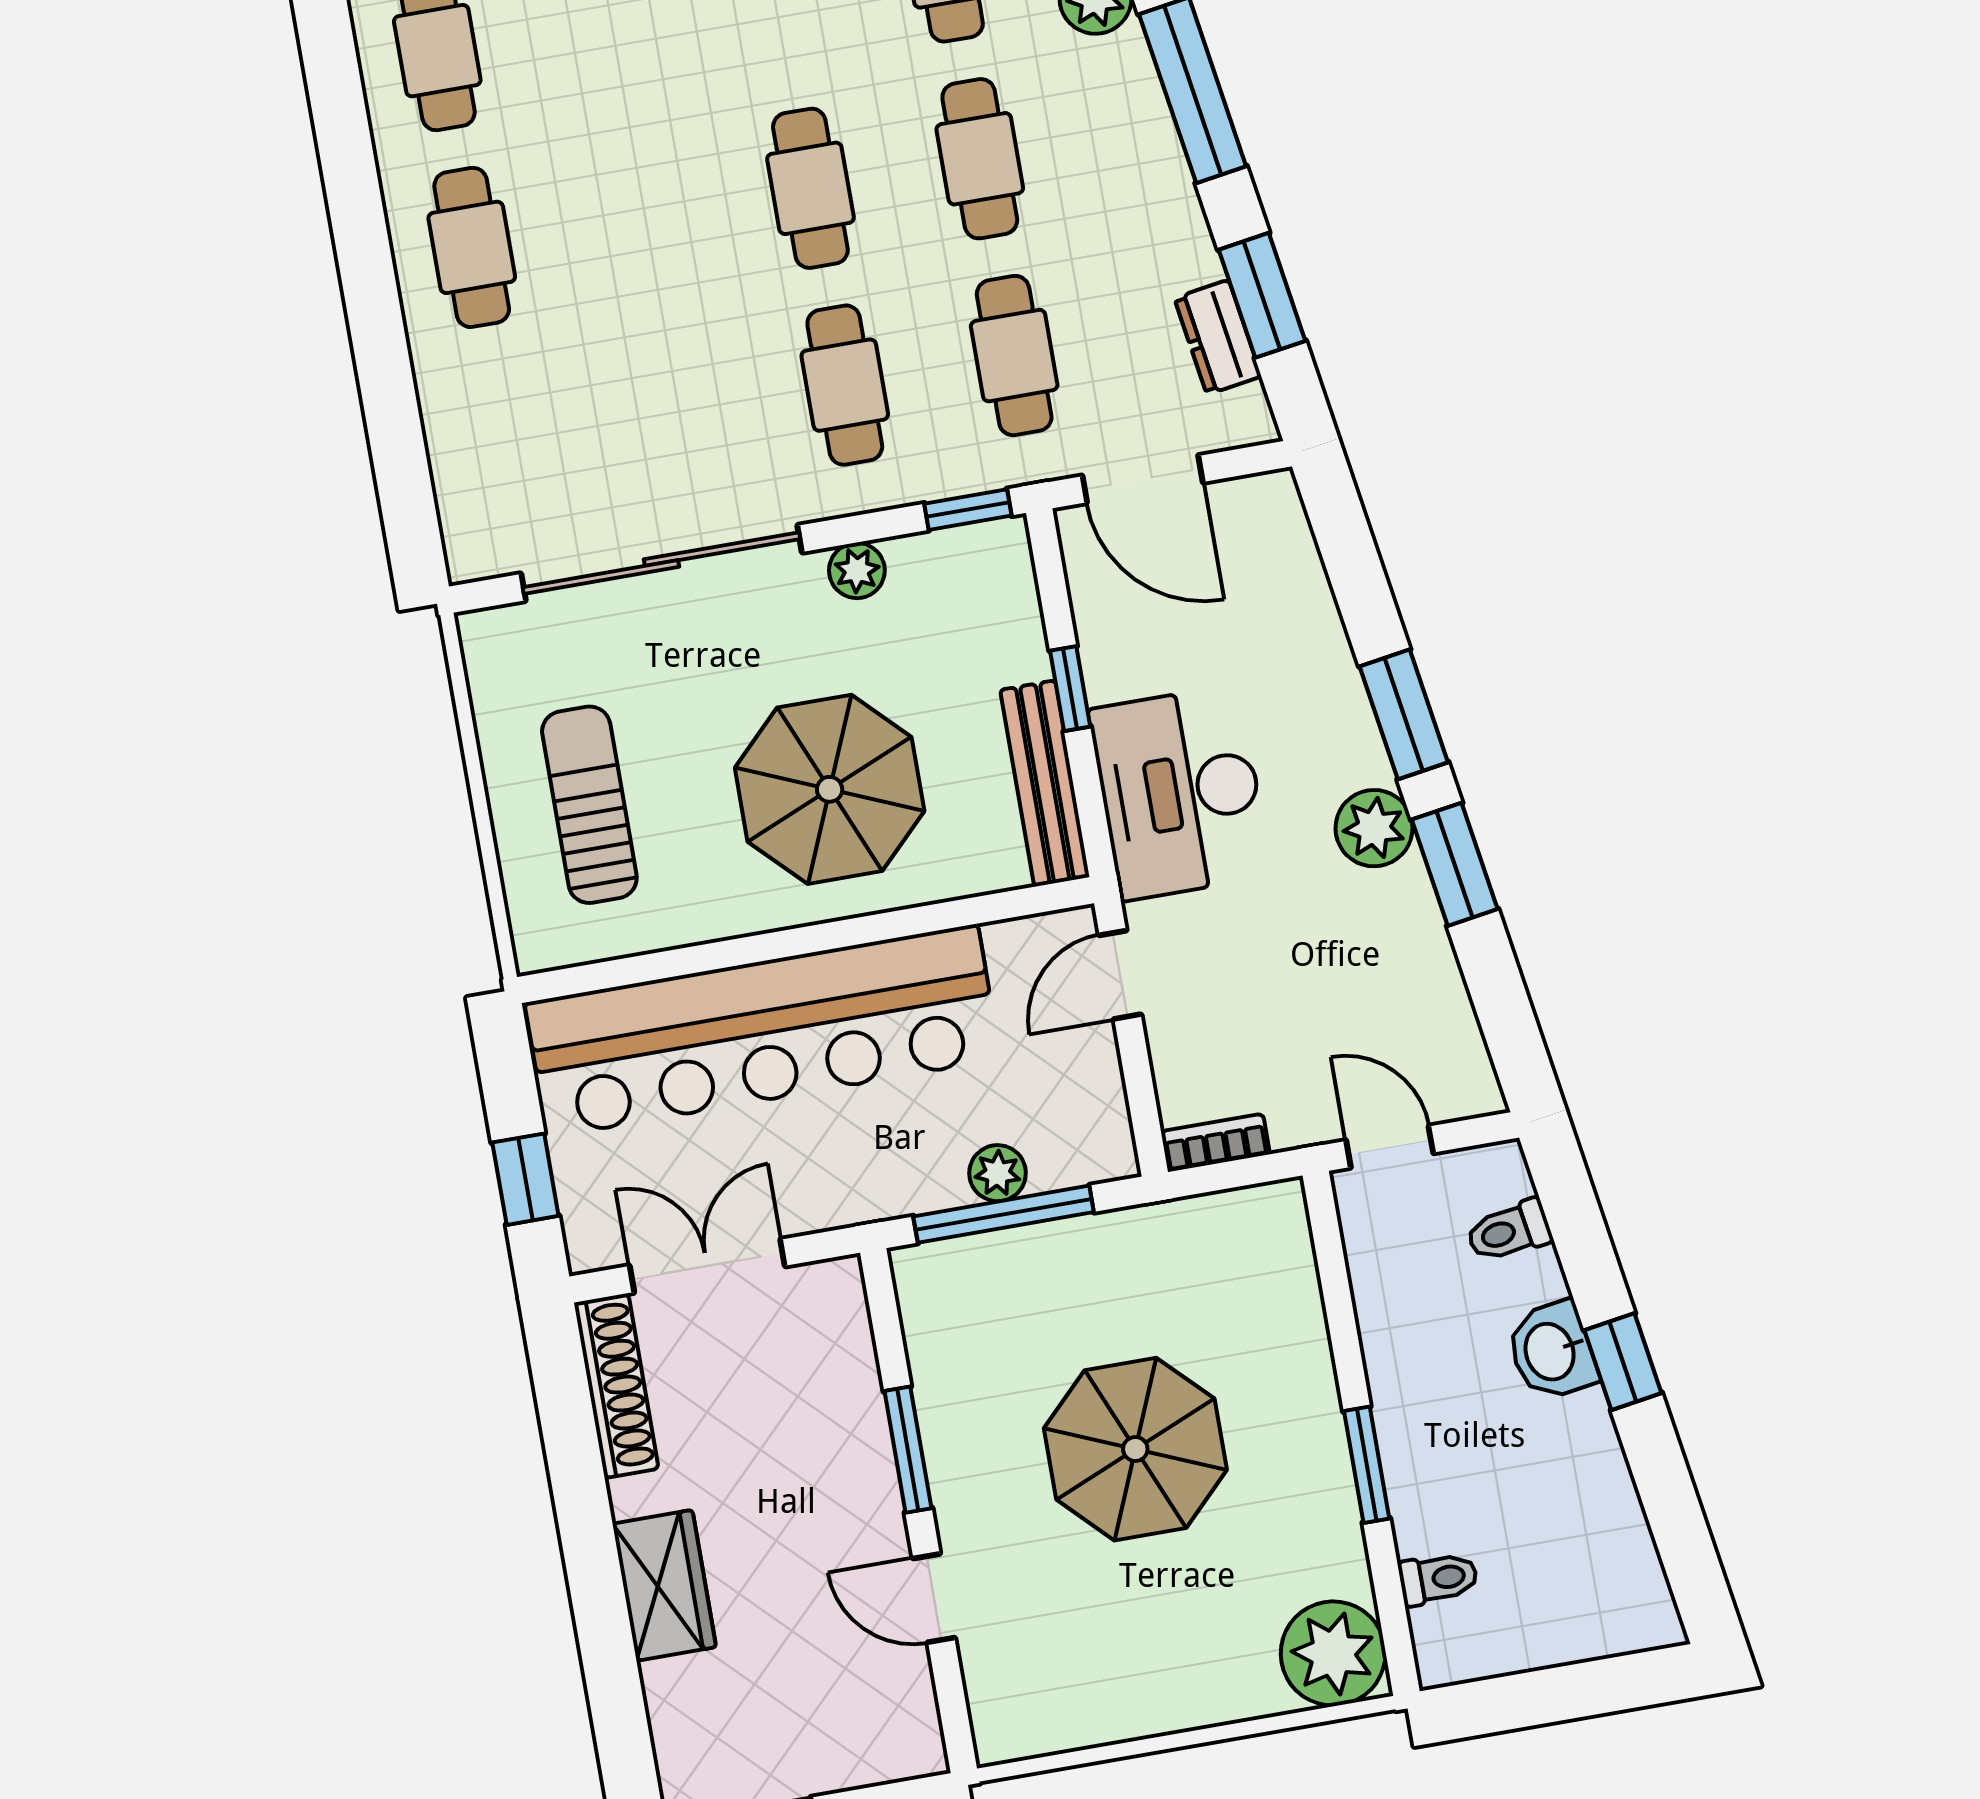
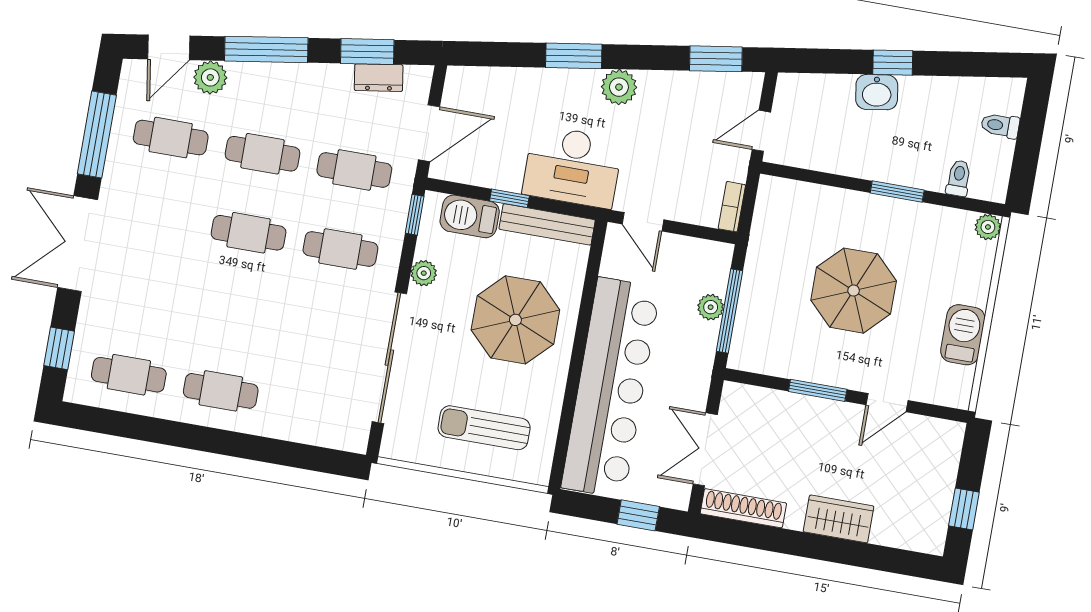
barbecue: (1005, 622) -> (470, 216), added
window: (1455, 864) -> (716, 59), moved
toilet: (1509, 1231) -> (1000, 126), moved, turned 99
plant: (1333, 1653) -> (988, 227), width x0.53, depth x0.53
barbecue: (1126, 1701) -> (963, 335), added

